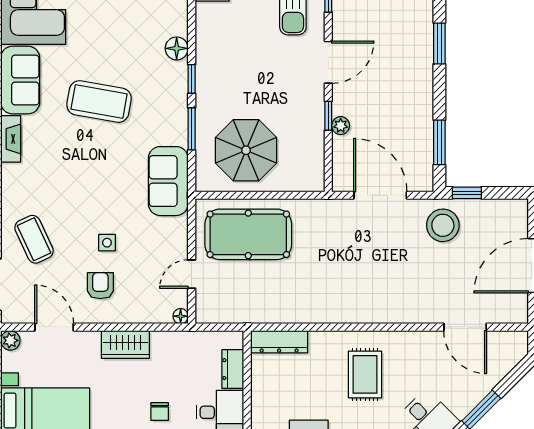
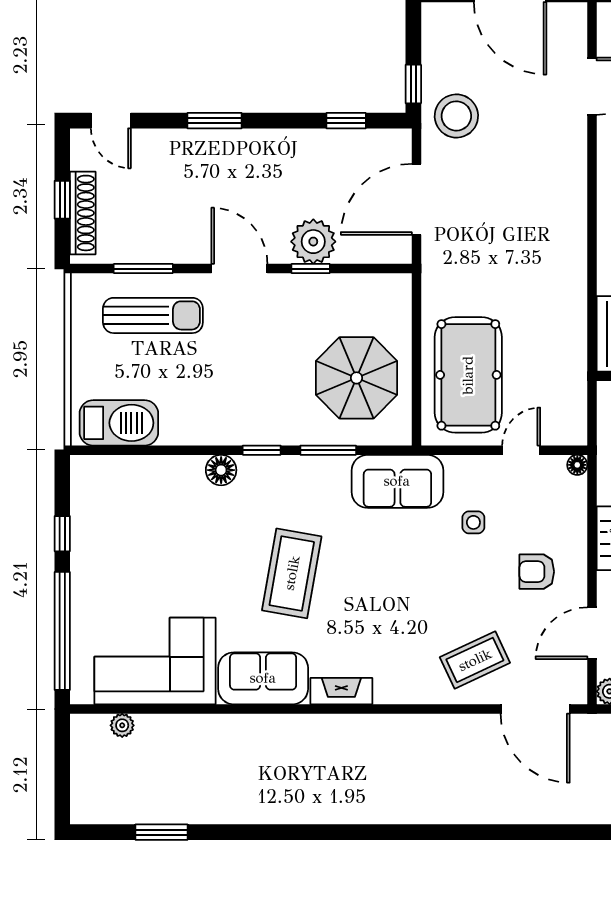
plant: (341, 126) -> (313, 242), width x1.88, depth x1.88
window: (439, 142) -> (346, 121), width x0.67
side table: (107, 243) -> (473, 522), moved
door: (192, 274) -> (521, 450), swing flipped

